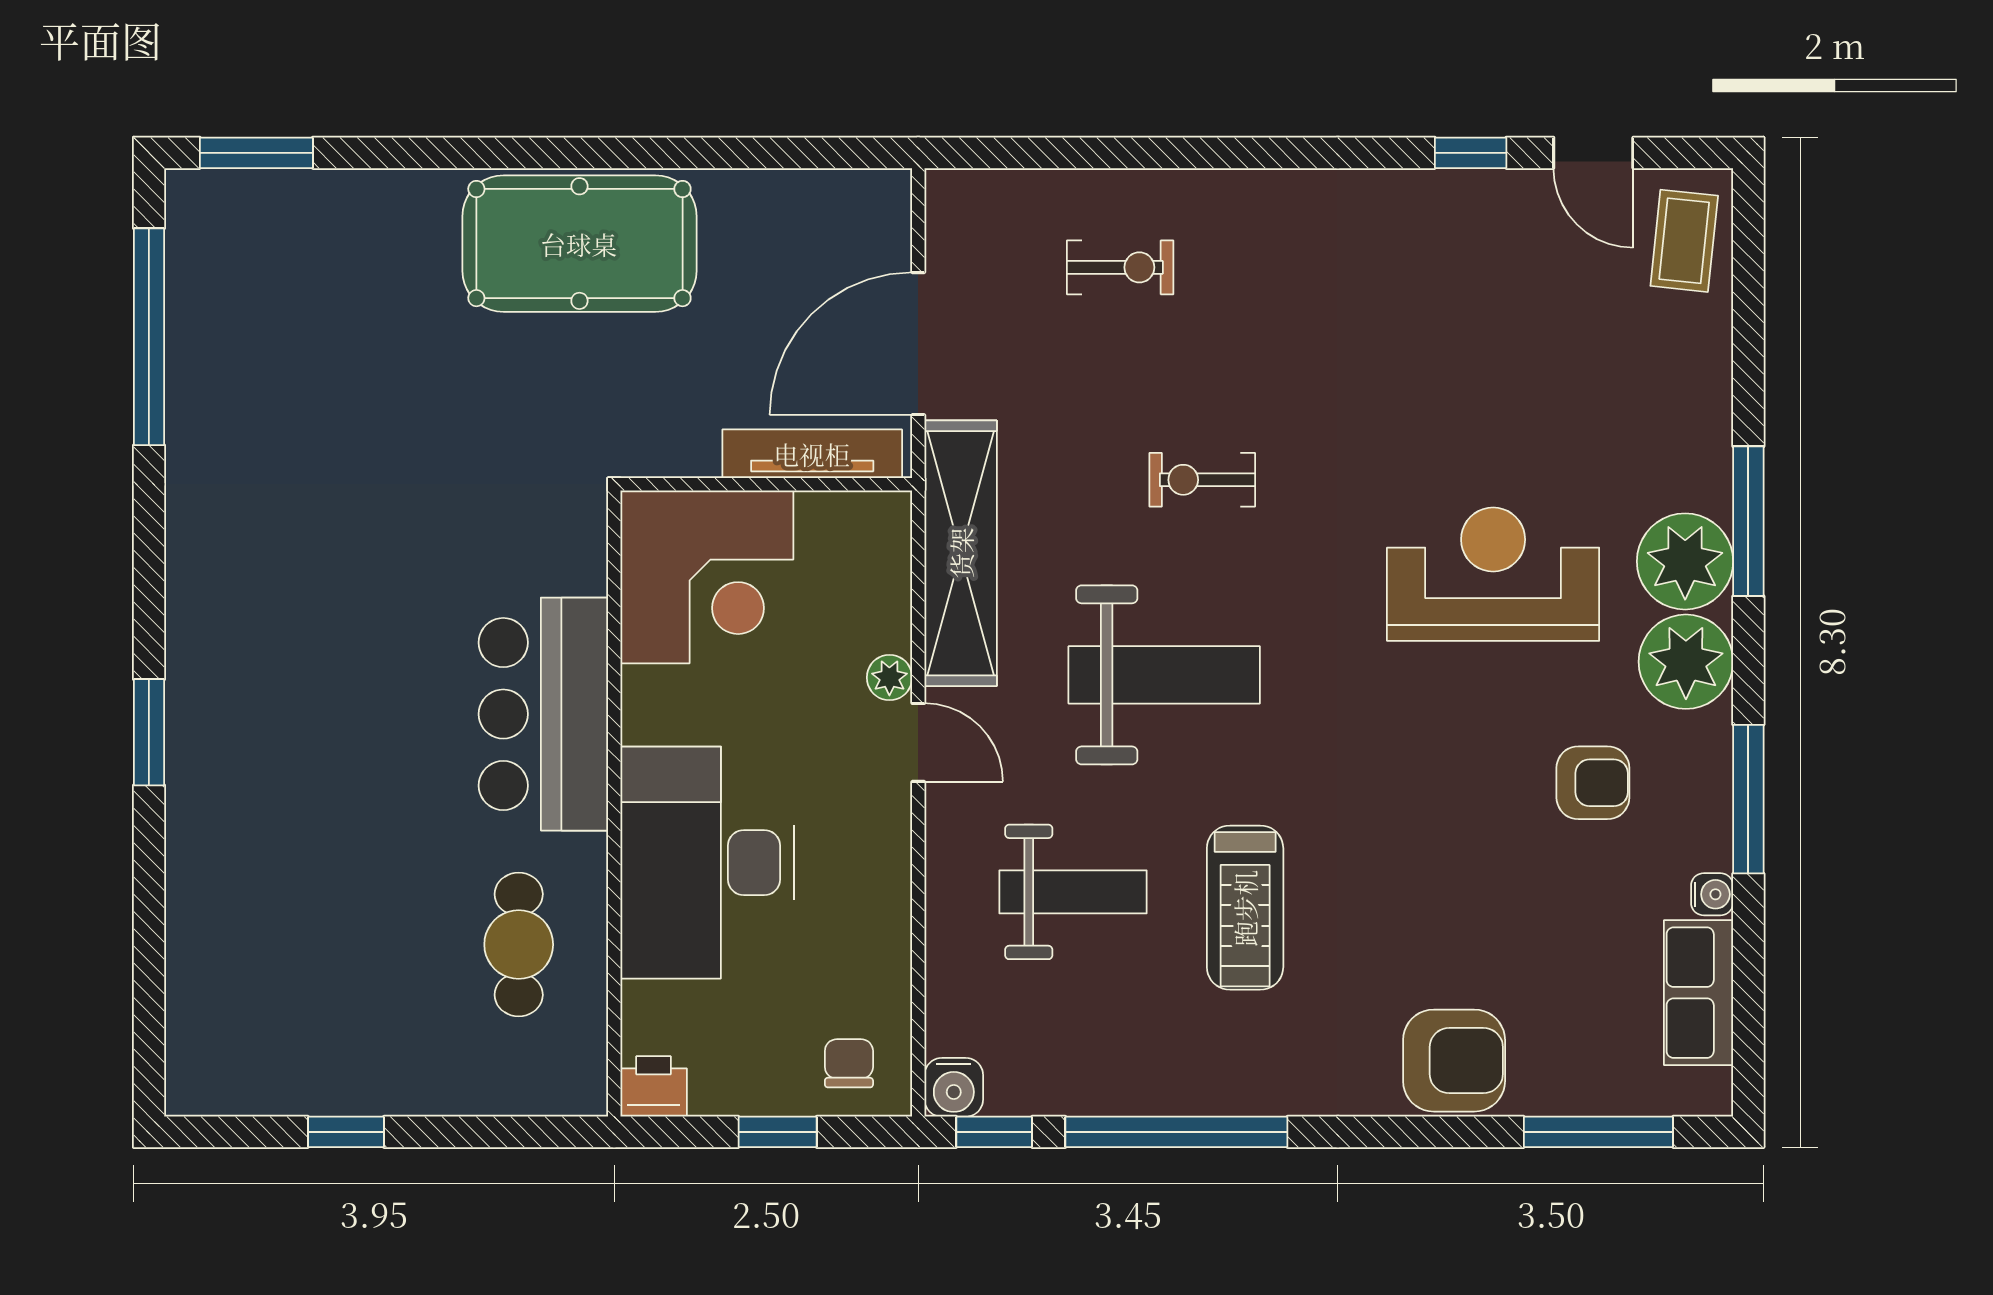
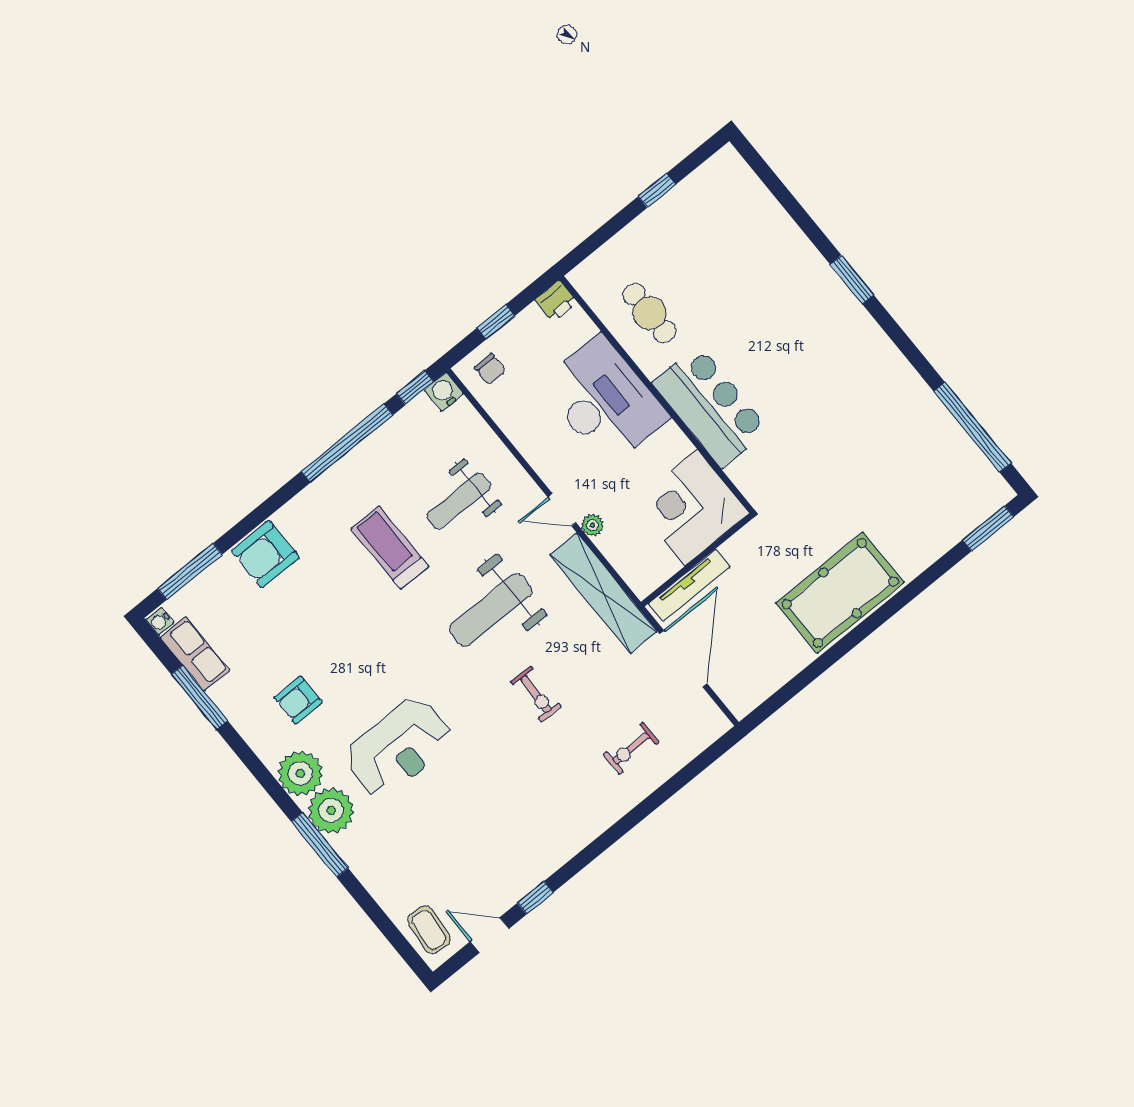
exercise bike: (1202, 480) -> (536, 694), turned 92
window: (1748, 799) -> (199, 697), moved
water cooler: (1712, 894) -> (160, 621), moved

